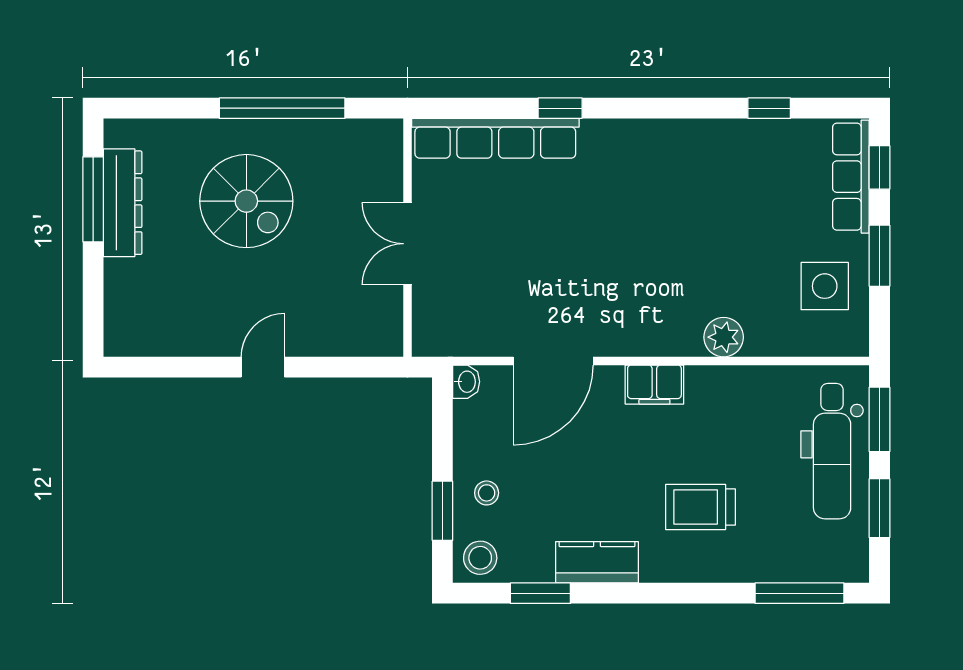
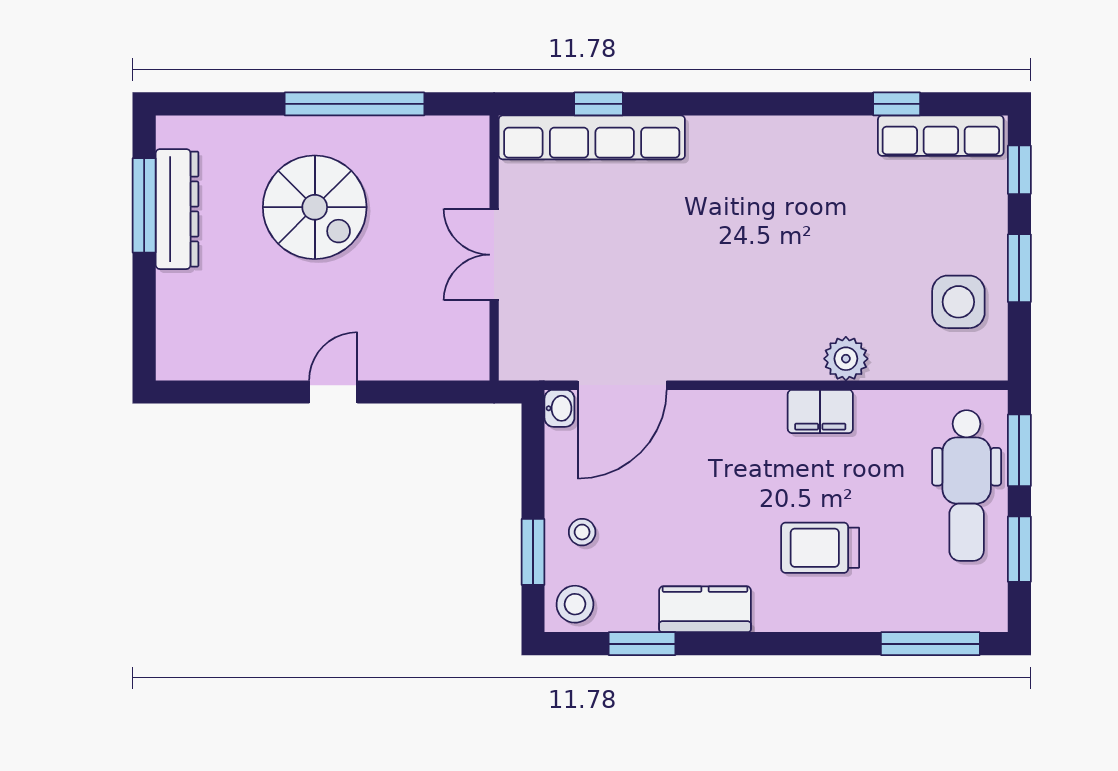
window: (560, 108) -> (598, 104), moved
row of seats: (851, 177) -> (941, 136), moved, turned -90
door: (553, 361) -> (622, 385), moved
filing cabinet: (654, 385) -> (820, 411), moved

